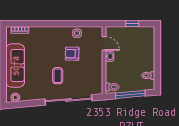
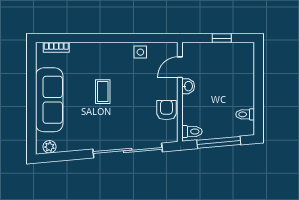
door: (104, 43) -> (180, 67), swing flipped
armchair: (72, 54) -> (166, 110), moved, turned 89
coffee table: (58, 76) -> (103, 92), moved

